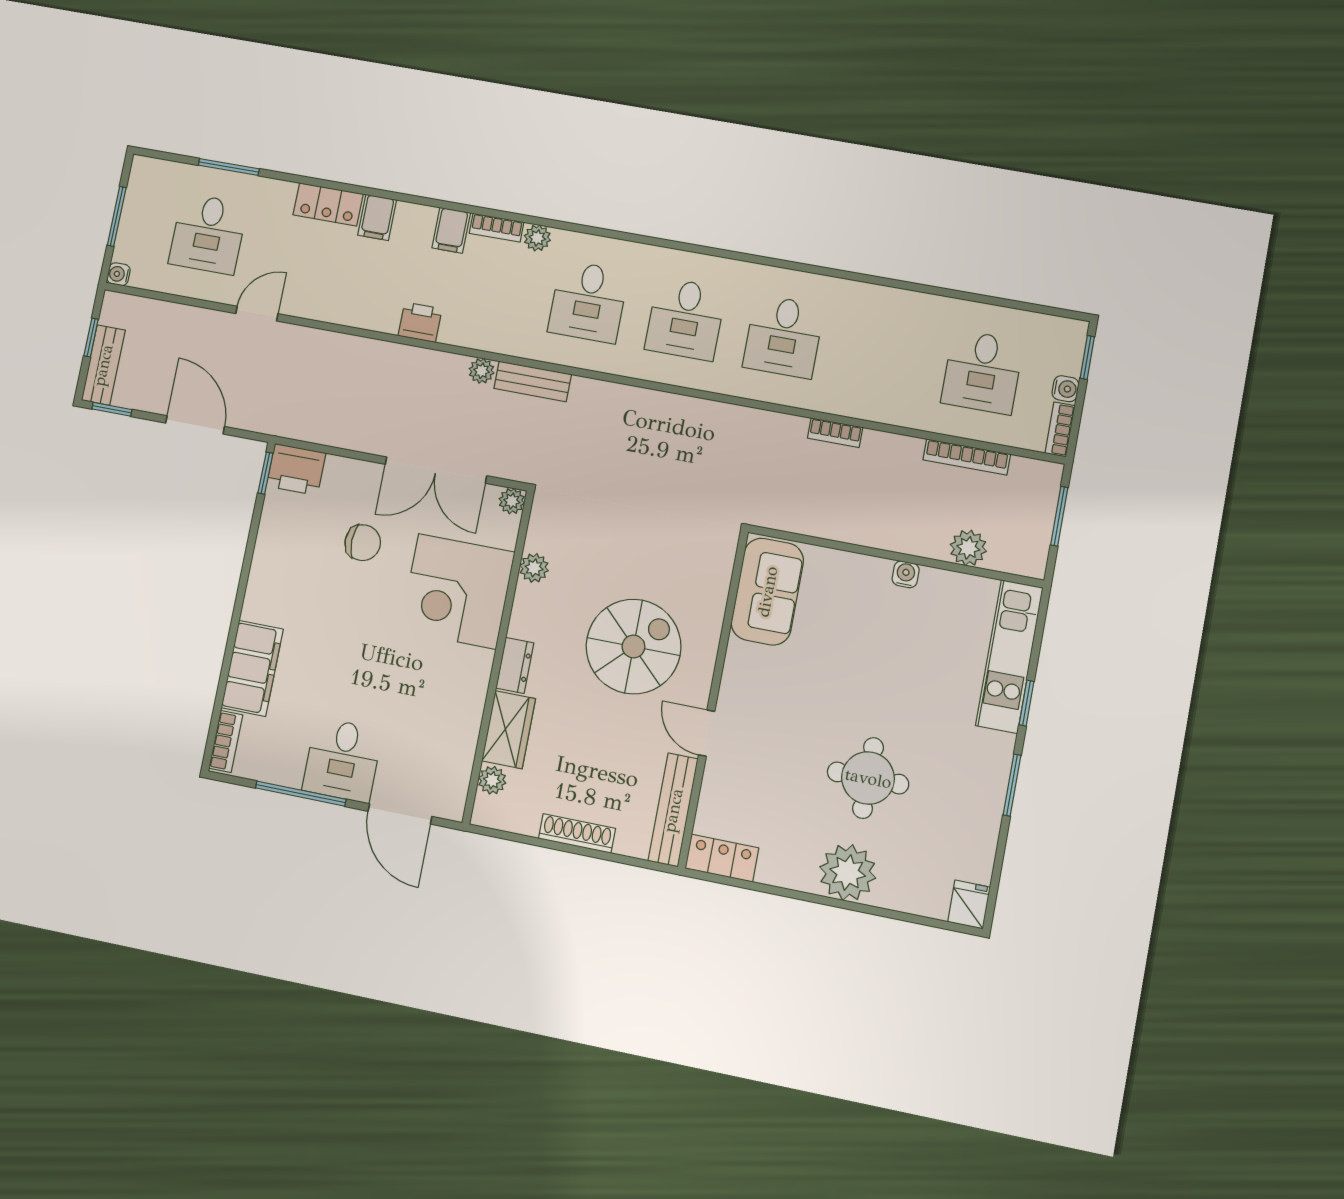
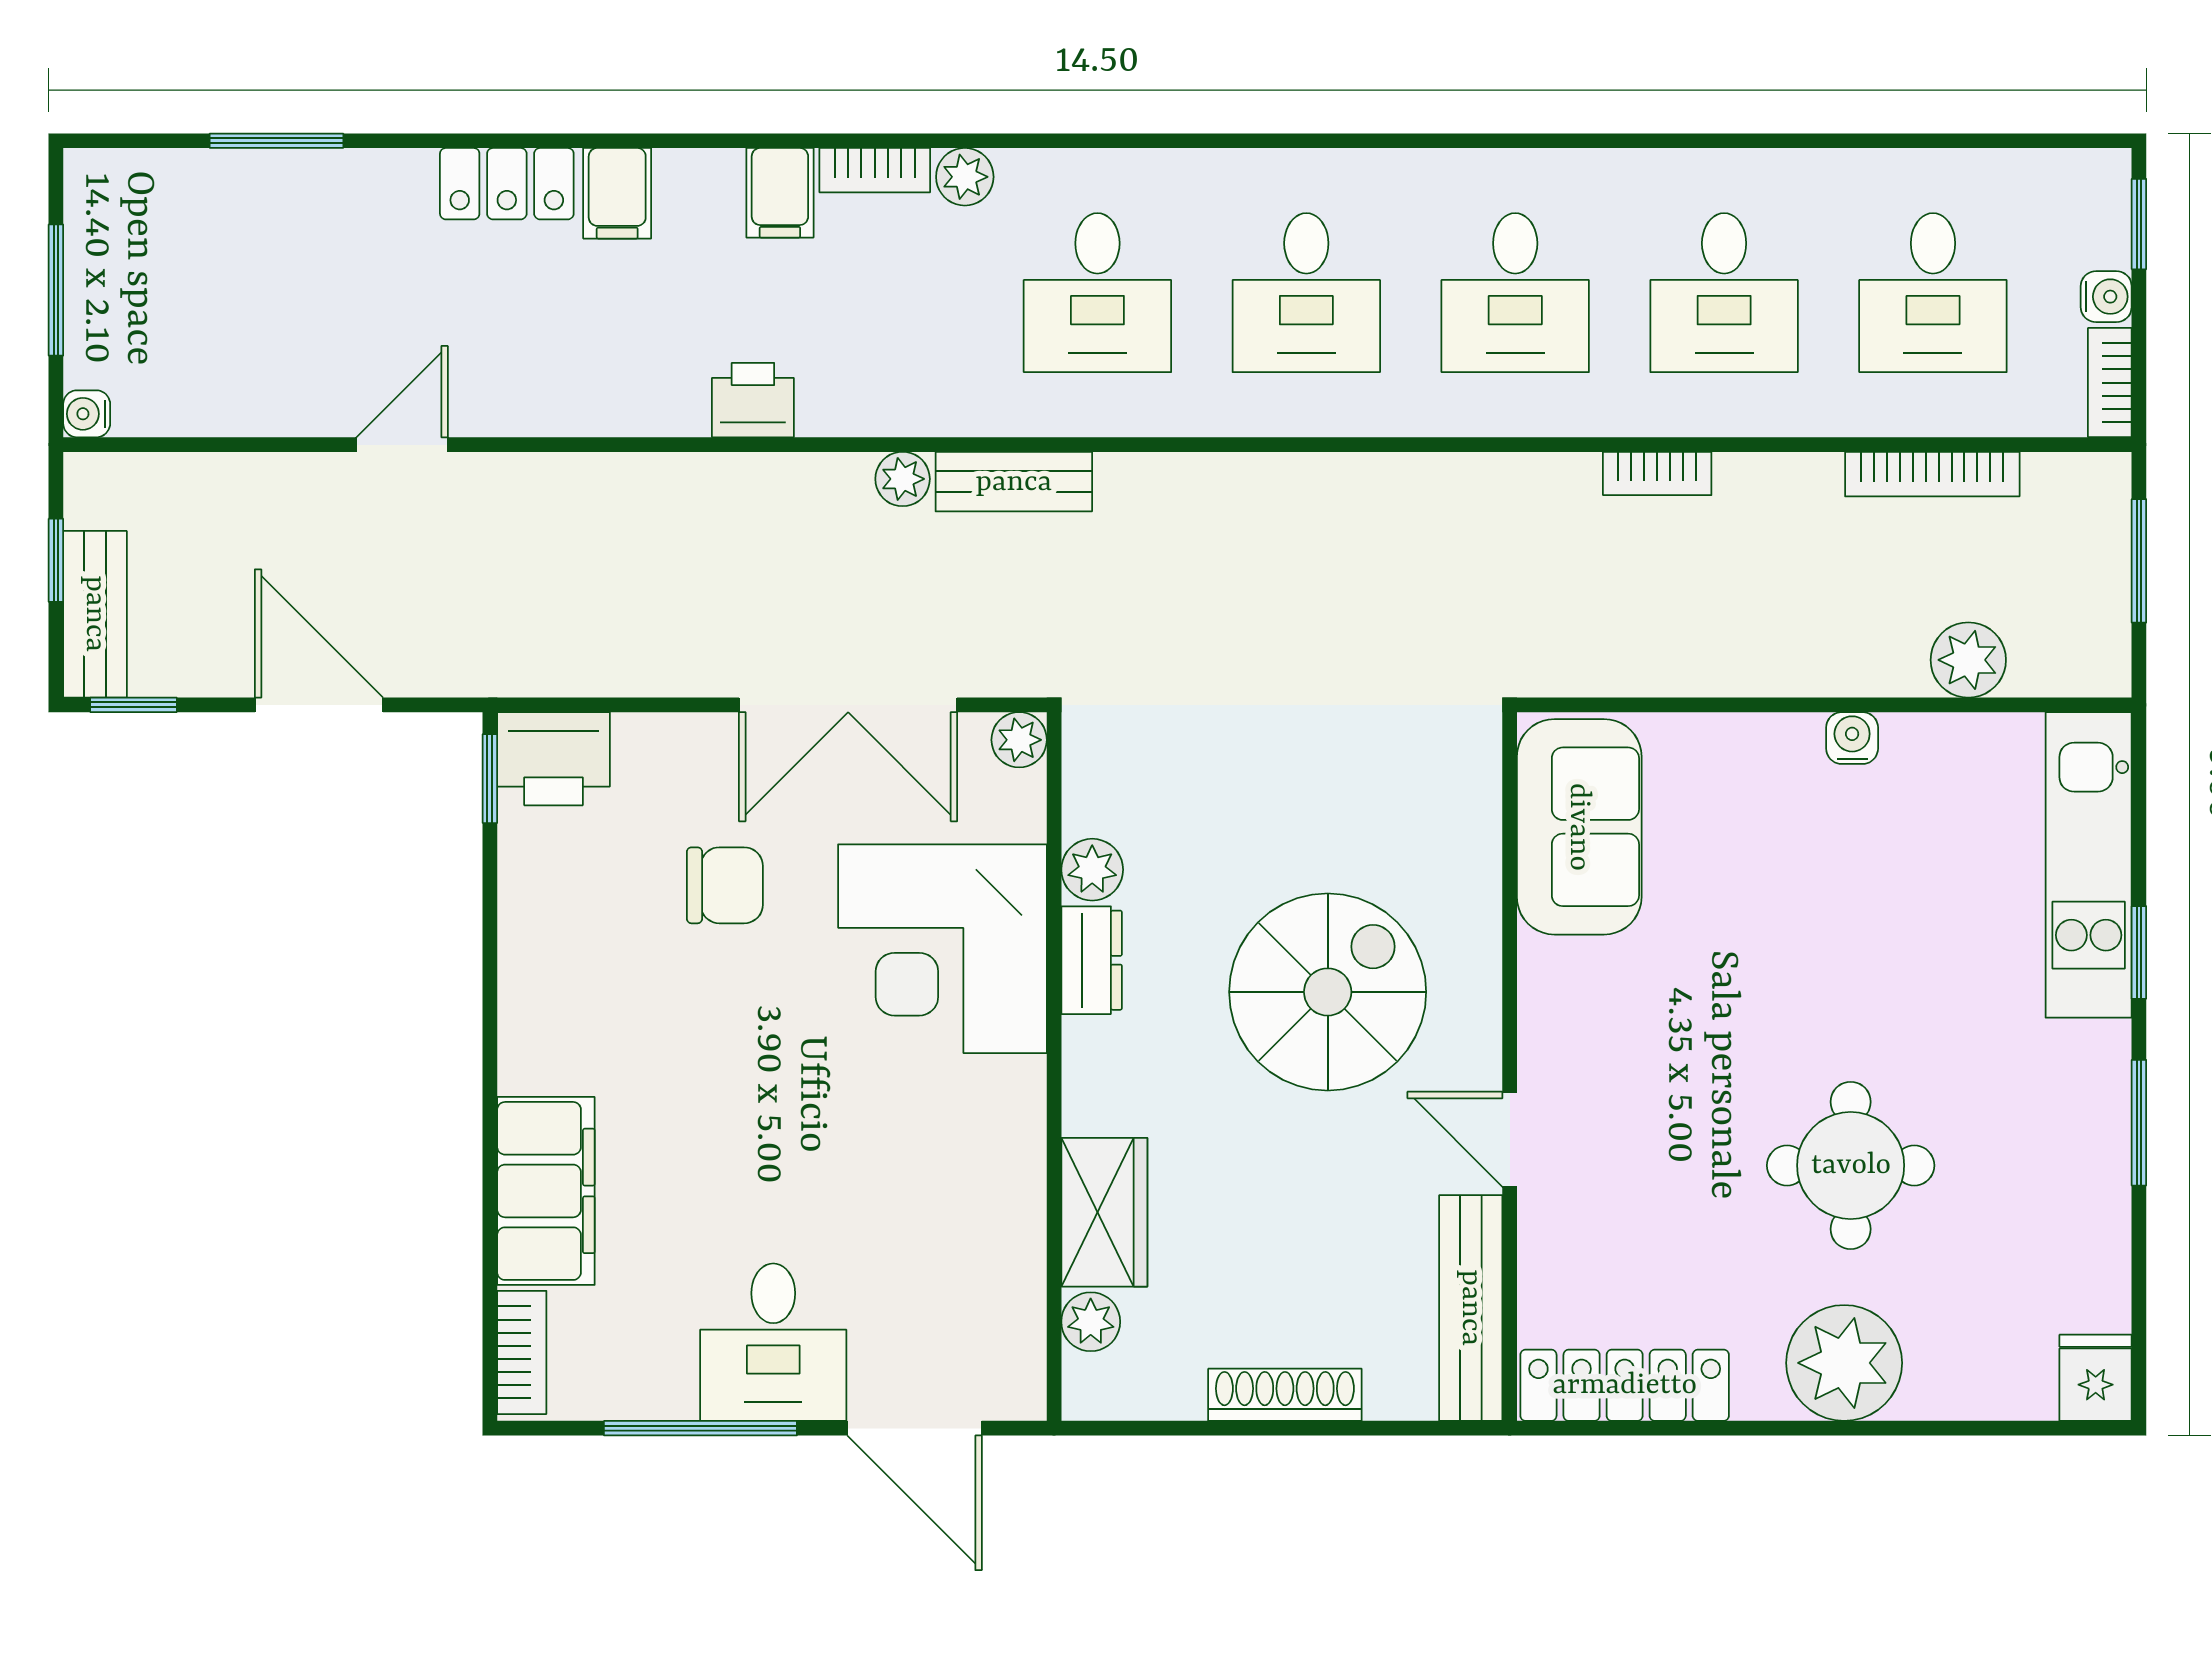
desk: (208, 234) -> (1724, 293), moved
dresser: (515, 665) -> (1092, 960), moved
locker: (722, 858) -> (1625, 1385), width x1.53

